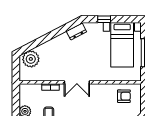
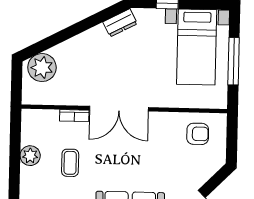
double door: (77, 82) -> (119, 109), width x1.37

